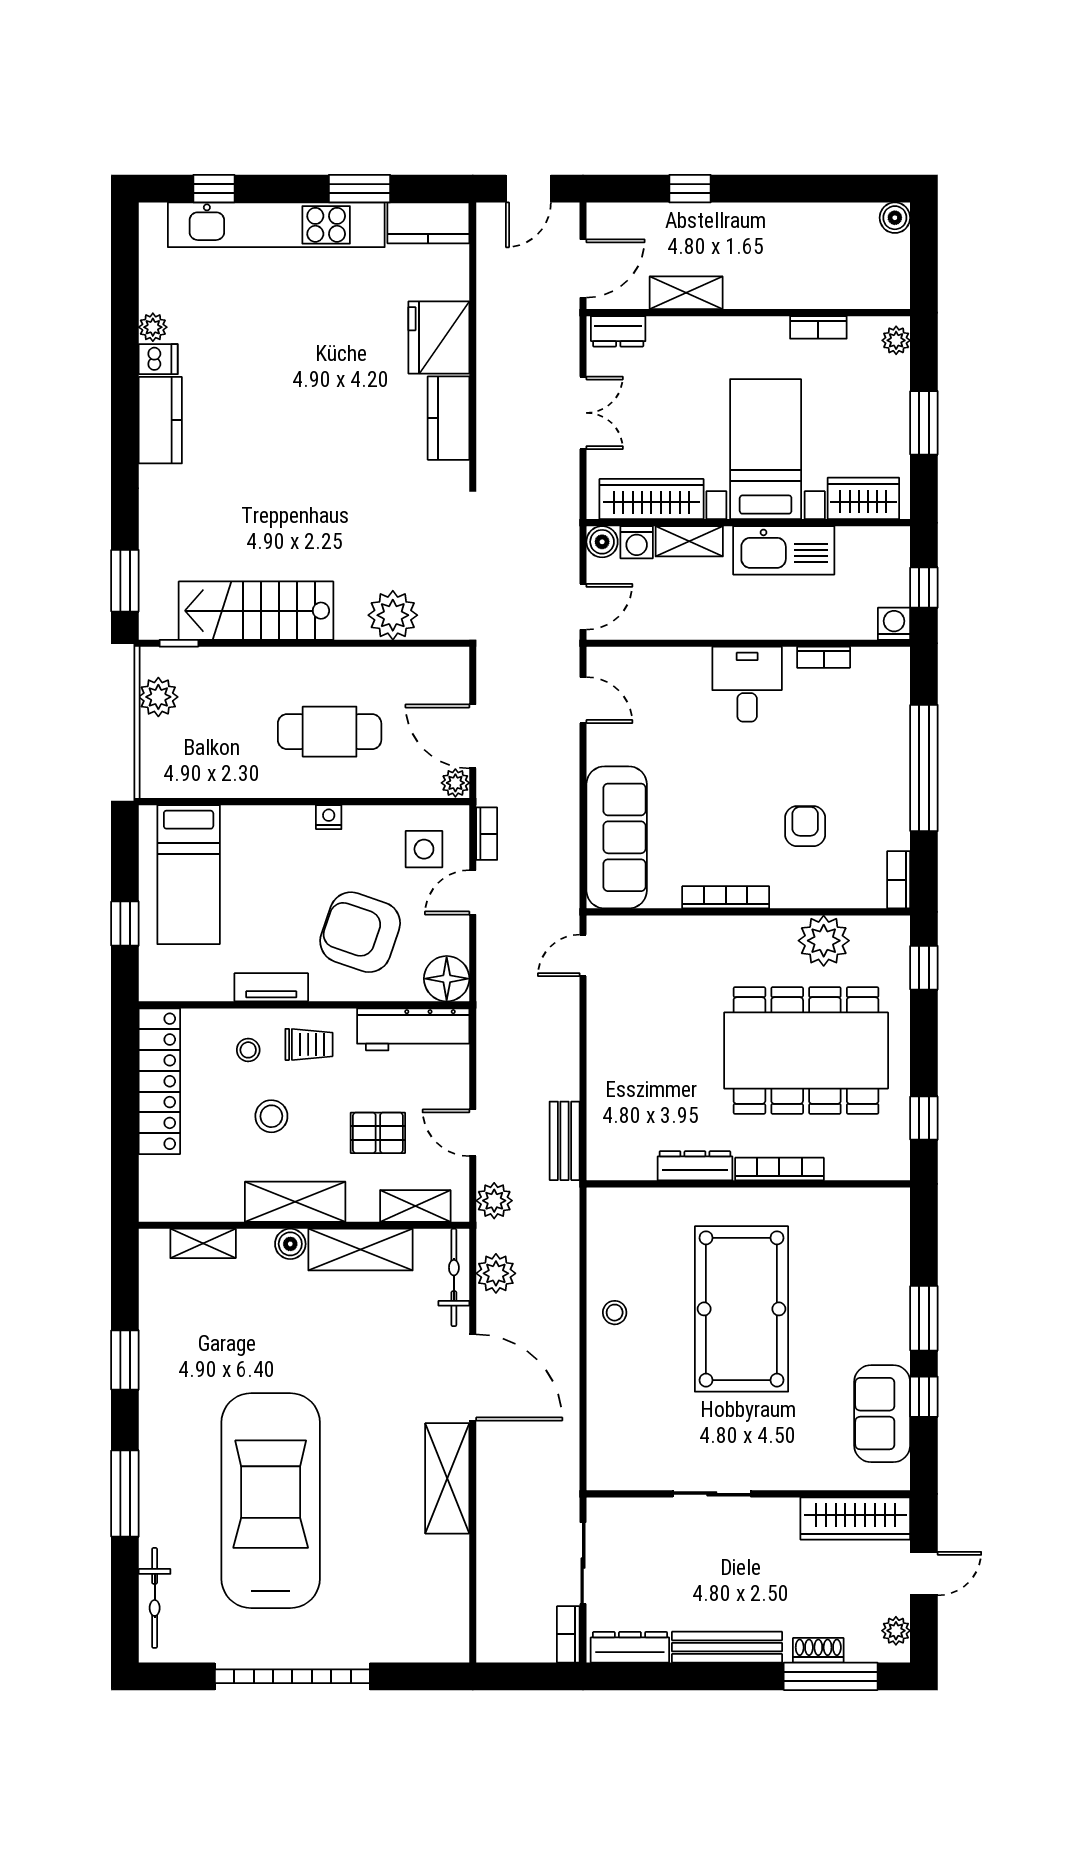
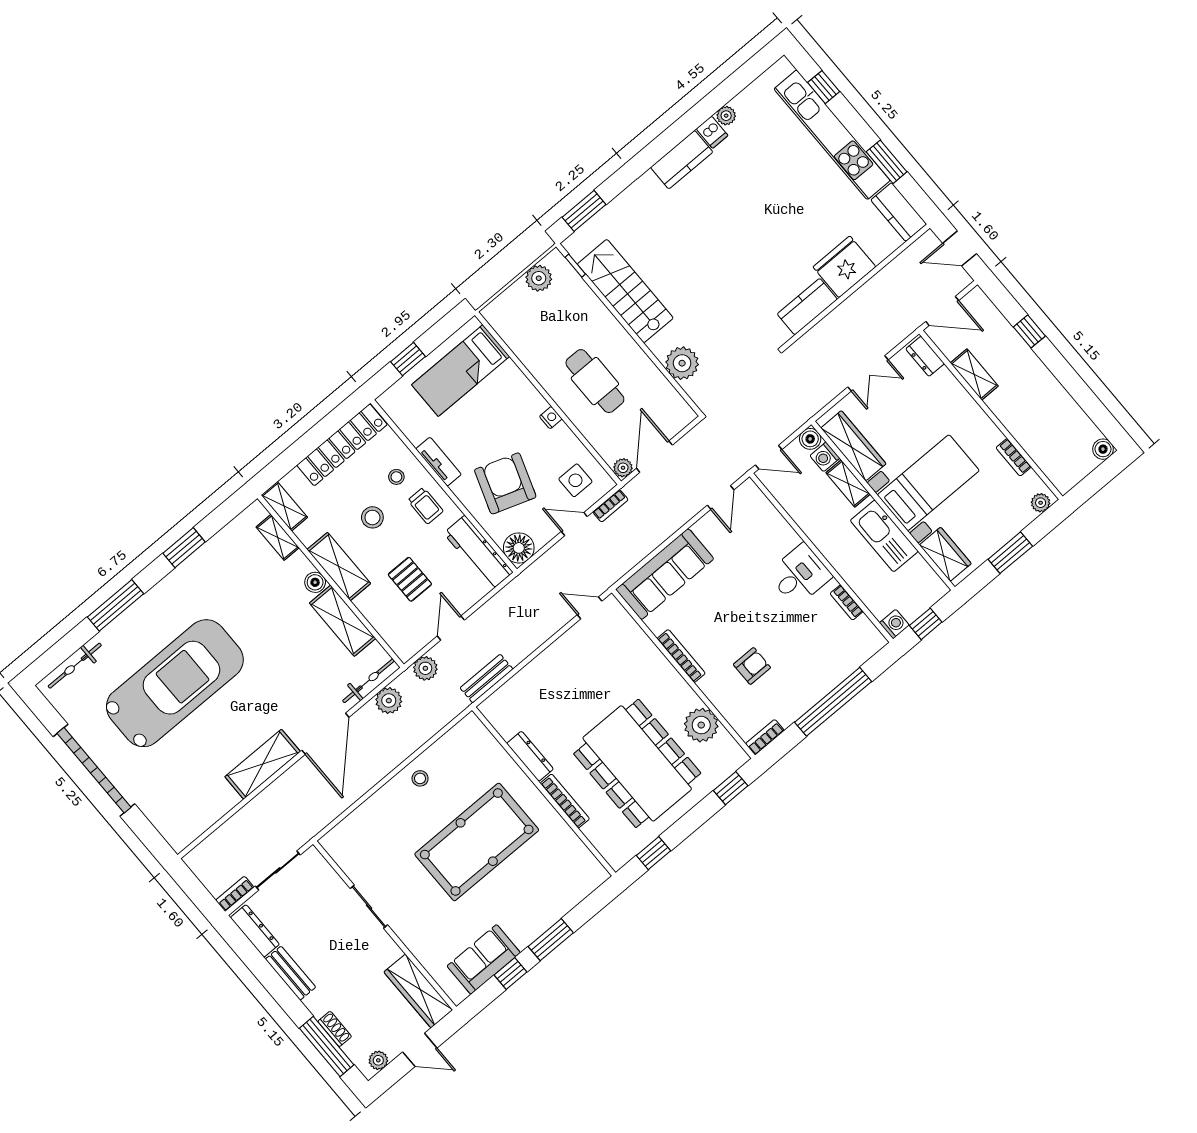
shelving: (415, 1206) -> (284, 506), moved
bench: (727, 1647) -> (291, 973), width x0.73

